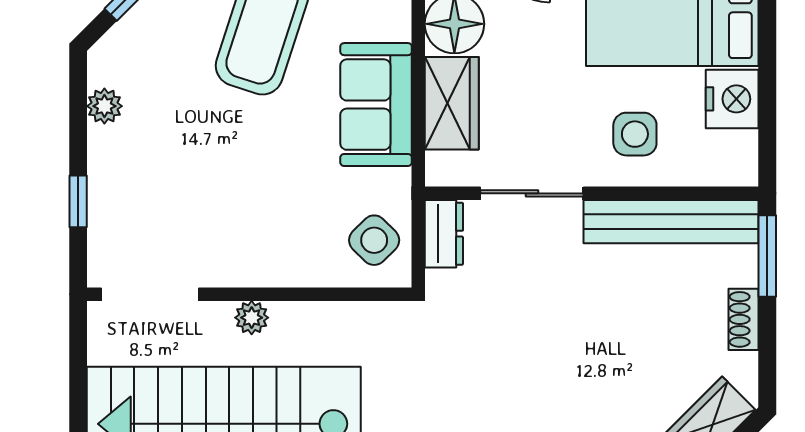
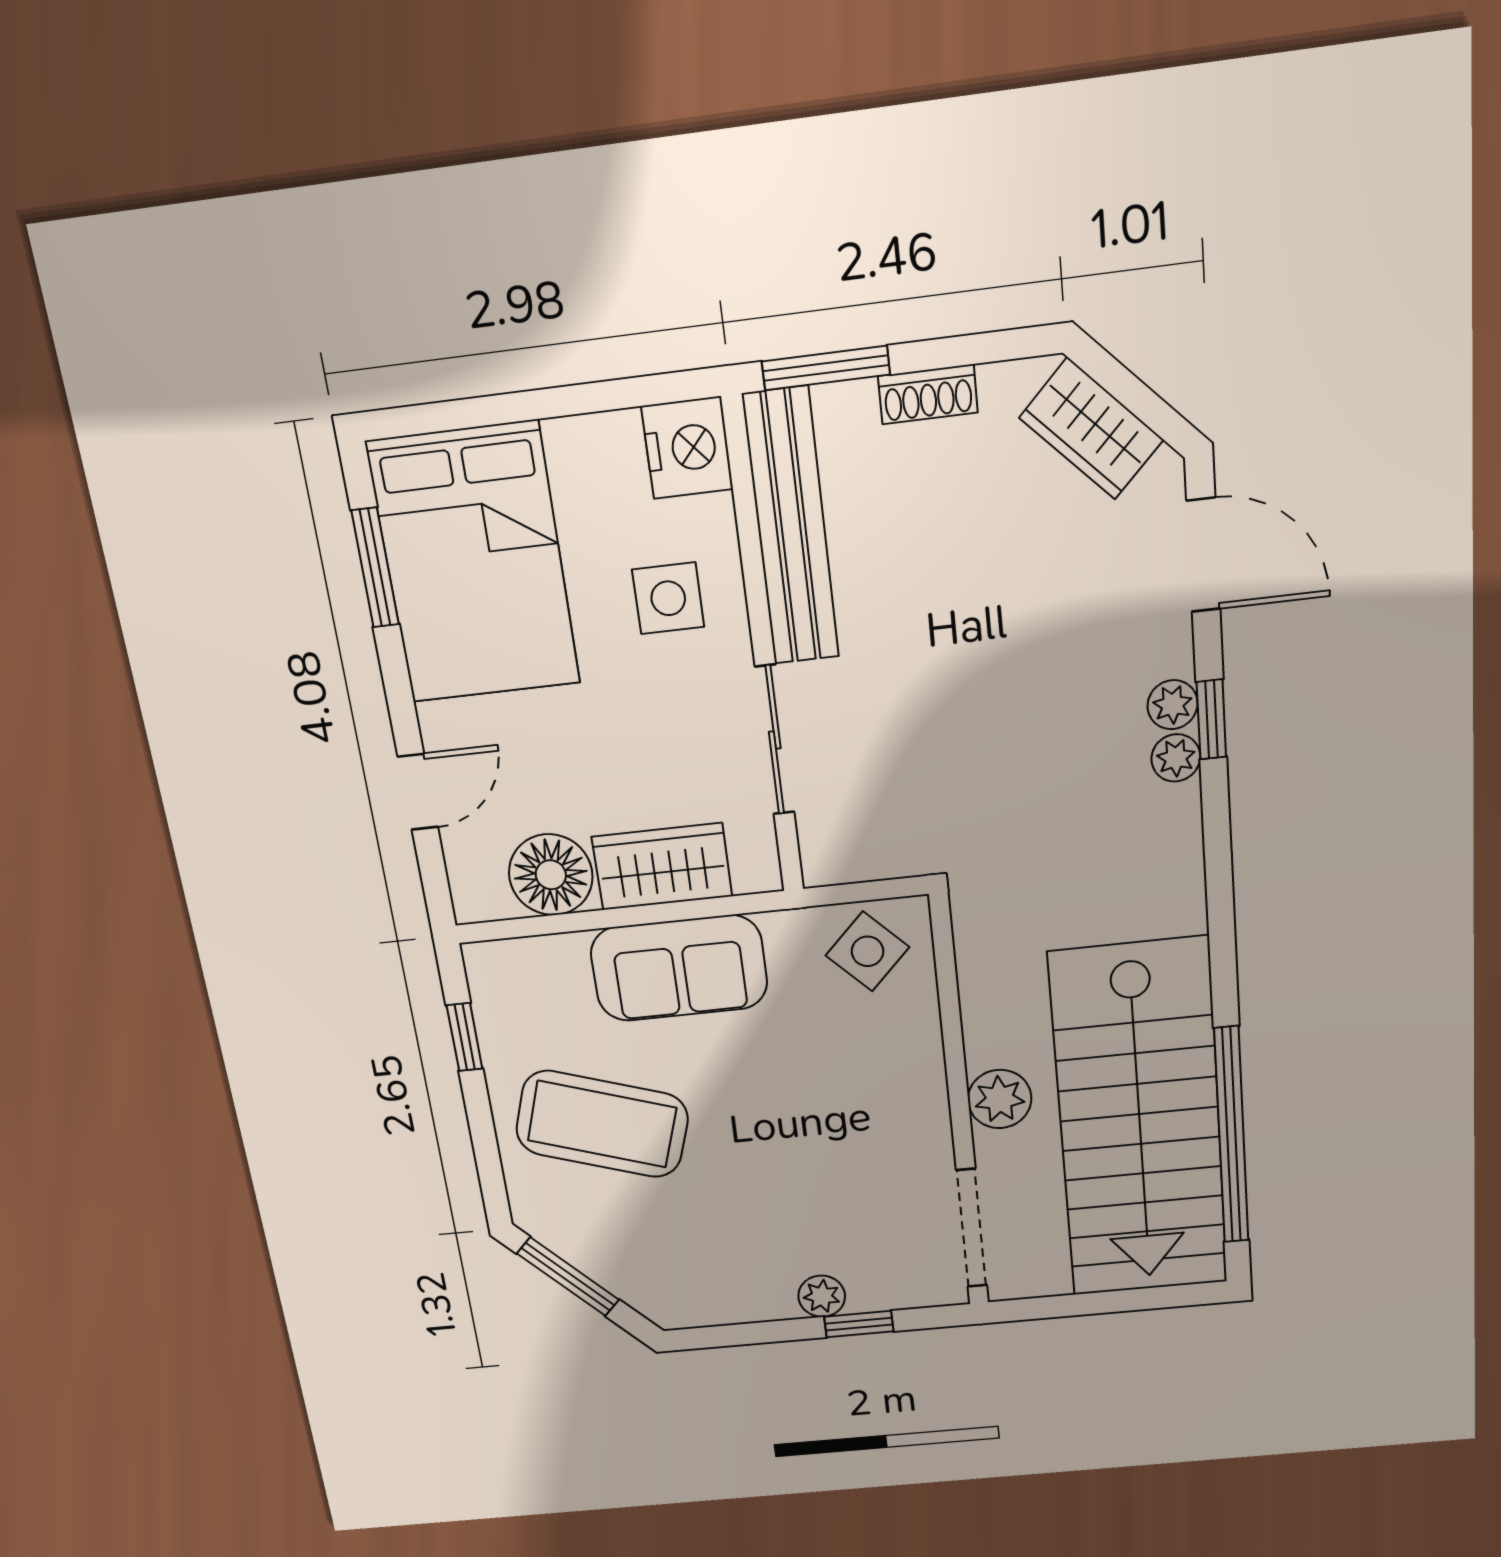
nightstand: (732, 99) -> (687, 448), moved, turned 90
plant: (104, 106) -> (822, 1296), moved
dresser: (444, 234) -> (847, 858), removed
plant: (252, 318) -> (1000, 1099), width x1.38, depth x1.38

